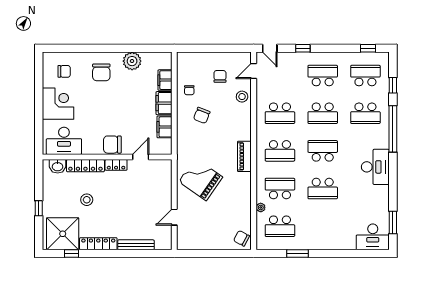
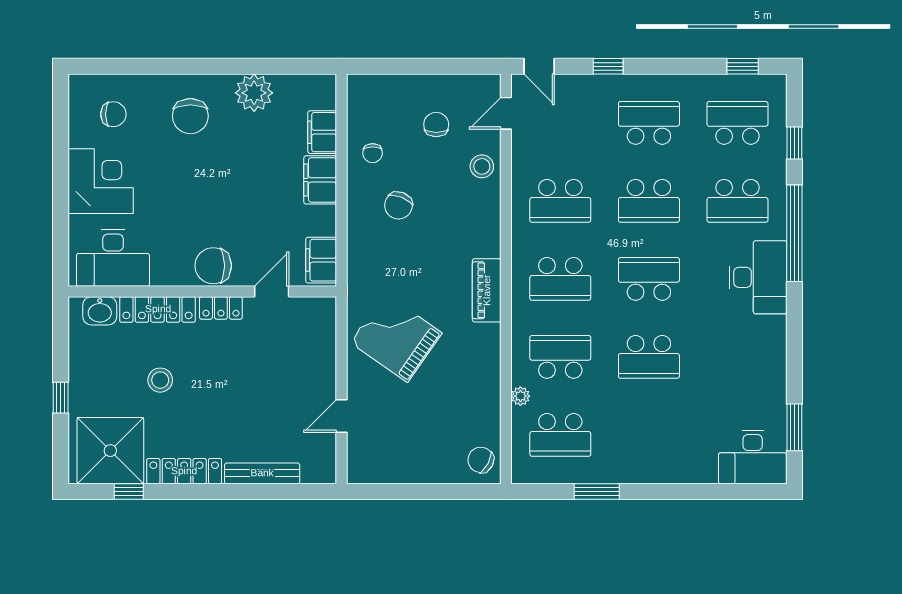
filing cabinet: (164, 127) -> (321, 260), moved
desk: (375, 167) -> (758, 277), moved

